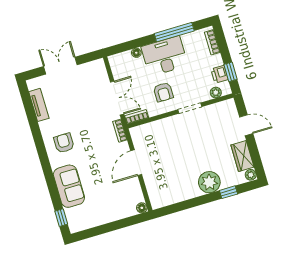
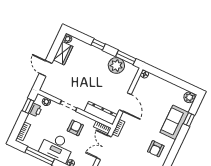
dresser: (151, 130) -> (101, 113), added
door: (136, 163) -> (125, 102), hinge flipped
plant: (209, 182) -> (116, 65), moved
window: (229, 192) -> (98, 44), moved
window: (176, 208) -> (126, 58), added
window: (61, 218) -> (189, 120), moved
plant: (76, 225) -> (189, 97), added

